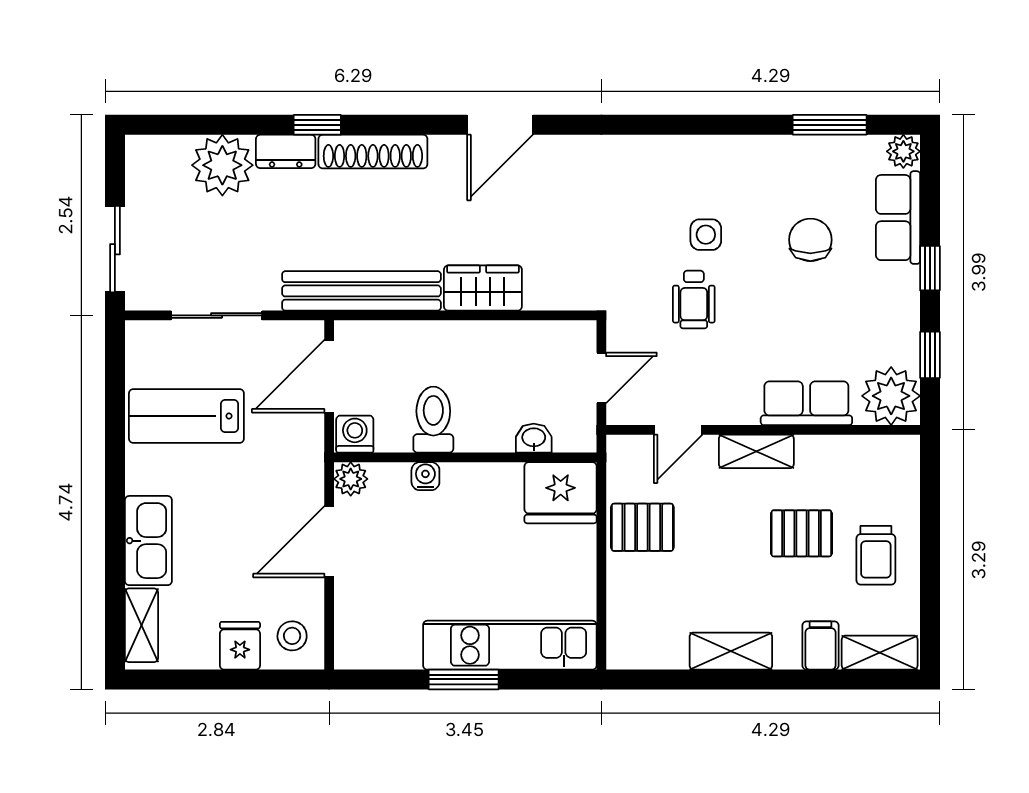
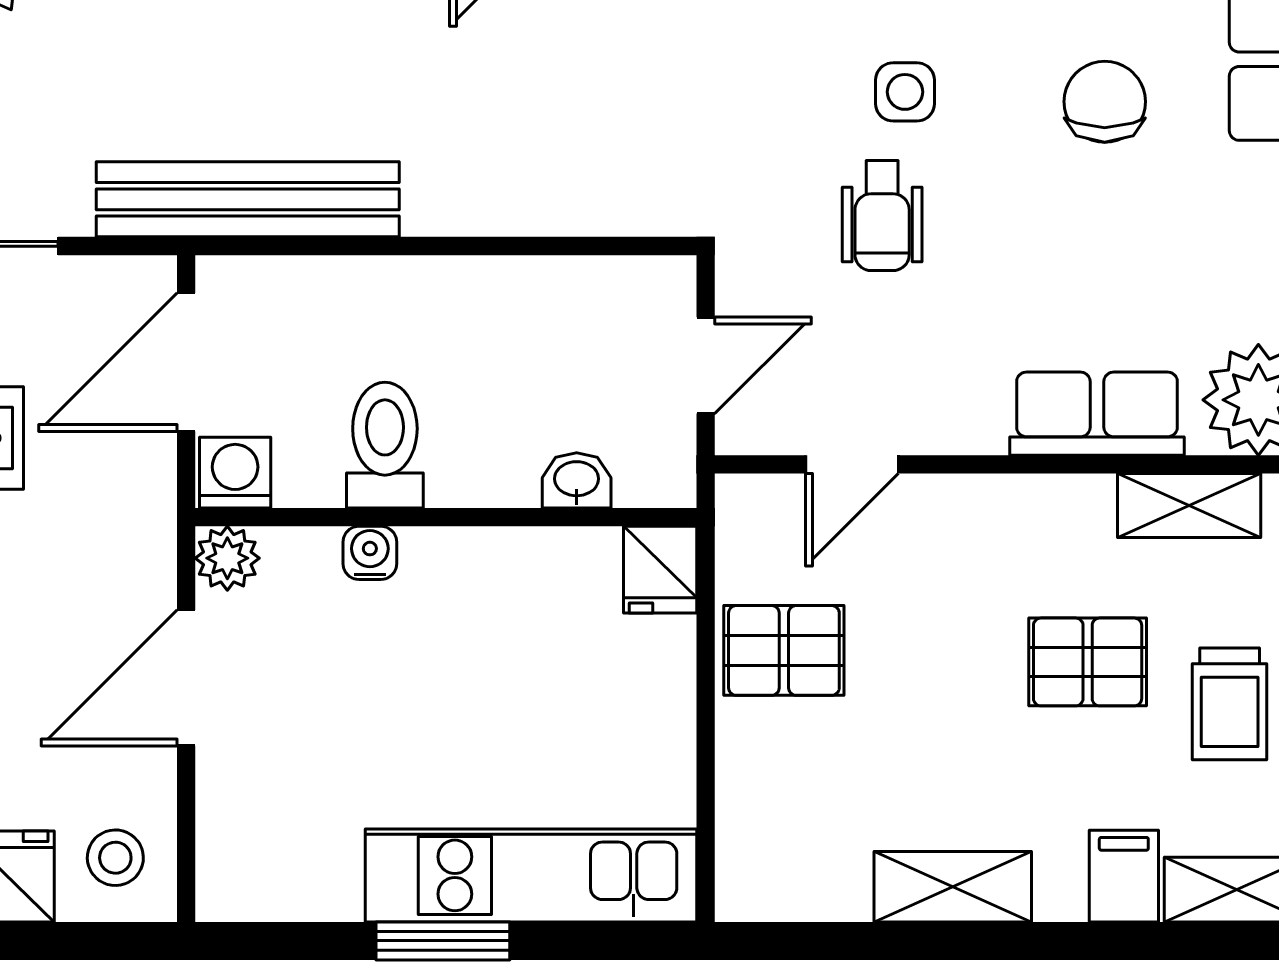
wardrobe: (483, 288) -> (480, 194), removed
shelving: (756, 451) -> (1189, 506), moved
fridge: (561, 493) -> (660, 570), width x0.53, depth x0.75

